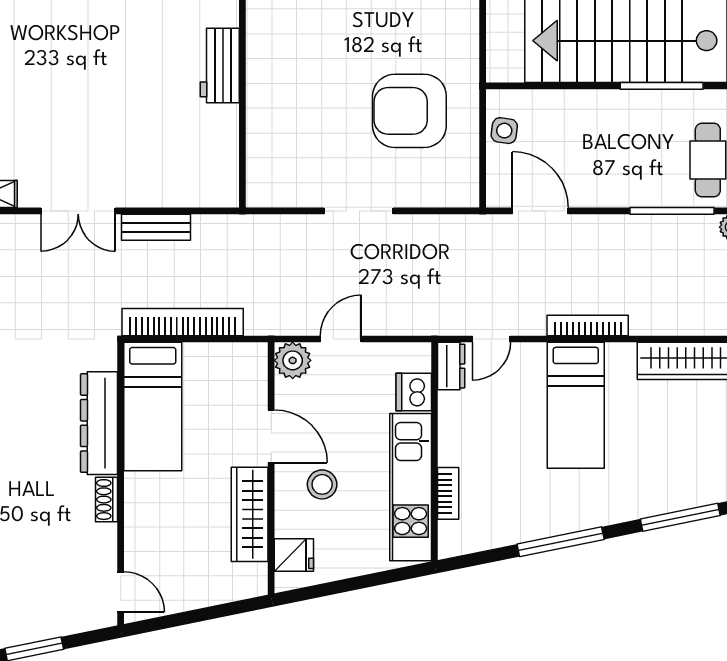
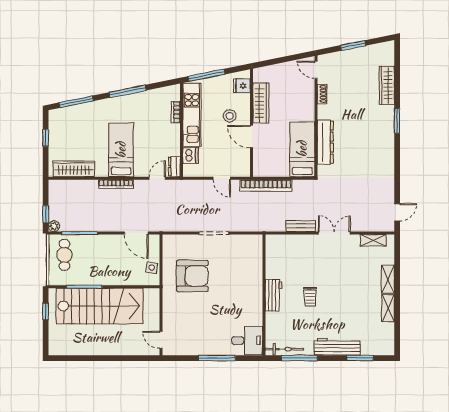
trolley: (135, 62) -> (310, 297), added
bookcase: (183, 322) -> (266, 185), moved
door: (341, 339) -> (222, 178), hinge flipped
plant: (293, 360) -> (242, 169), removed
shoe rack: (106, 500) -> (322, 94), moved
window: (376, 579) -> (206, 75), added

